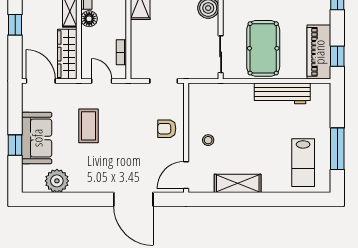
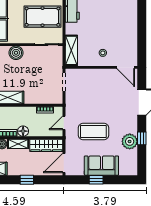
coffee table: (89, 126) -> (93, 131), width x1.36, depth x1.32
armchair: (167, 129) -> (95, 80), removed
window: (15, 145) -> (96, 180), moved
plant: (57, 181) -> (130, 141), moved
shelving: (238, 183) -> (71, 50), moved
window: (78, 199) -> (142, 138), added

